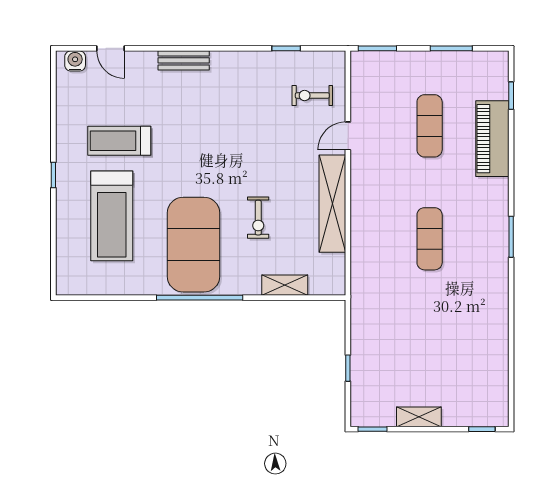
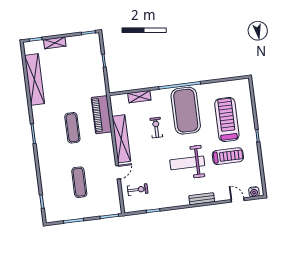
weight bench: (204, 138) -> (187, 163), added
piano: (492, 139) -> (101, 115), moved, turned 180
shelving: (495, 347) -> (34, 79), added
shelving: (419, 417) -> (55, 43), moved

